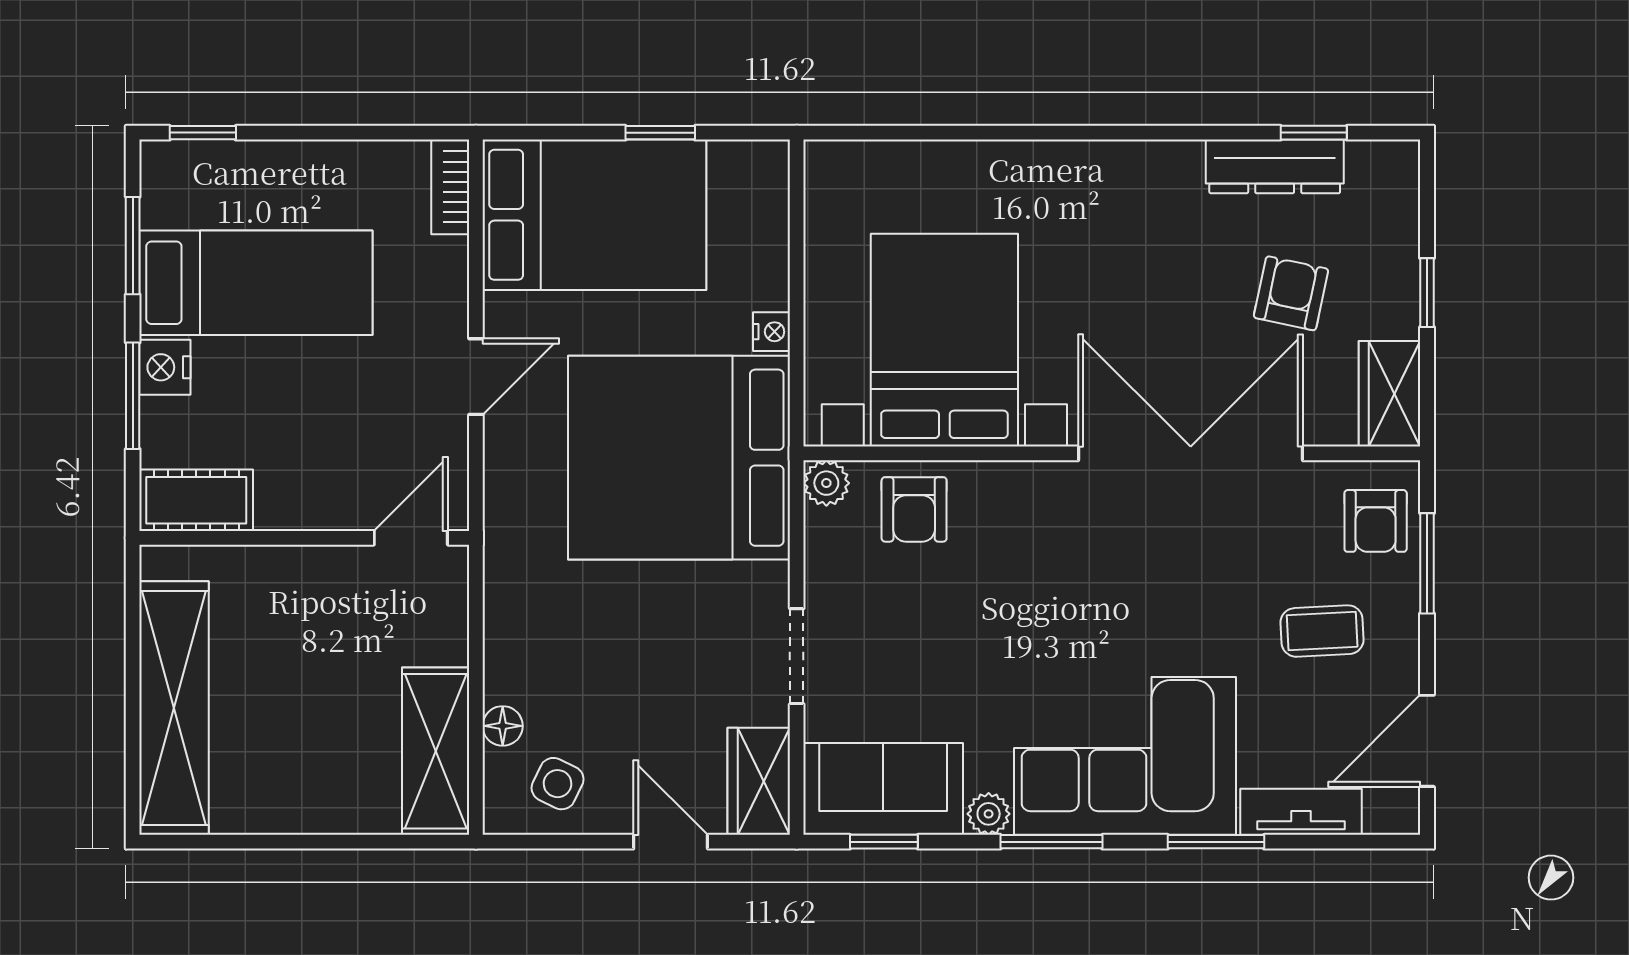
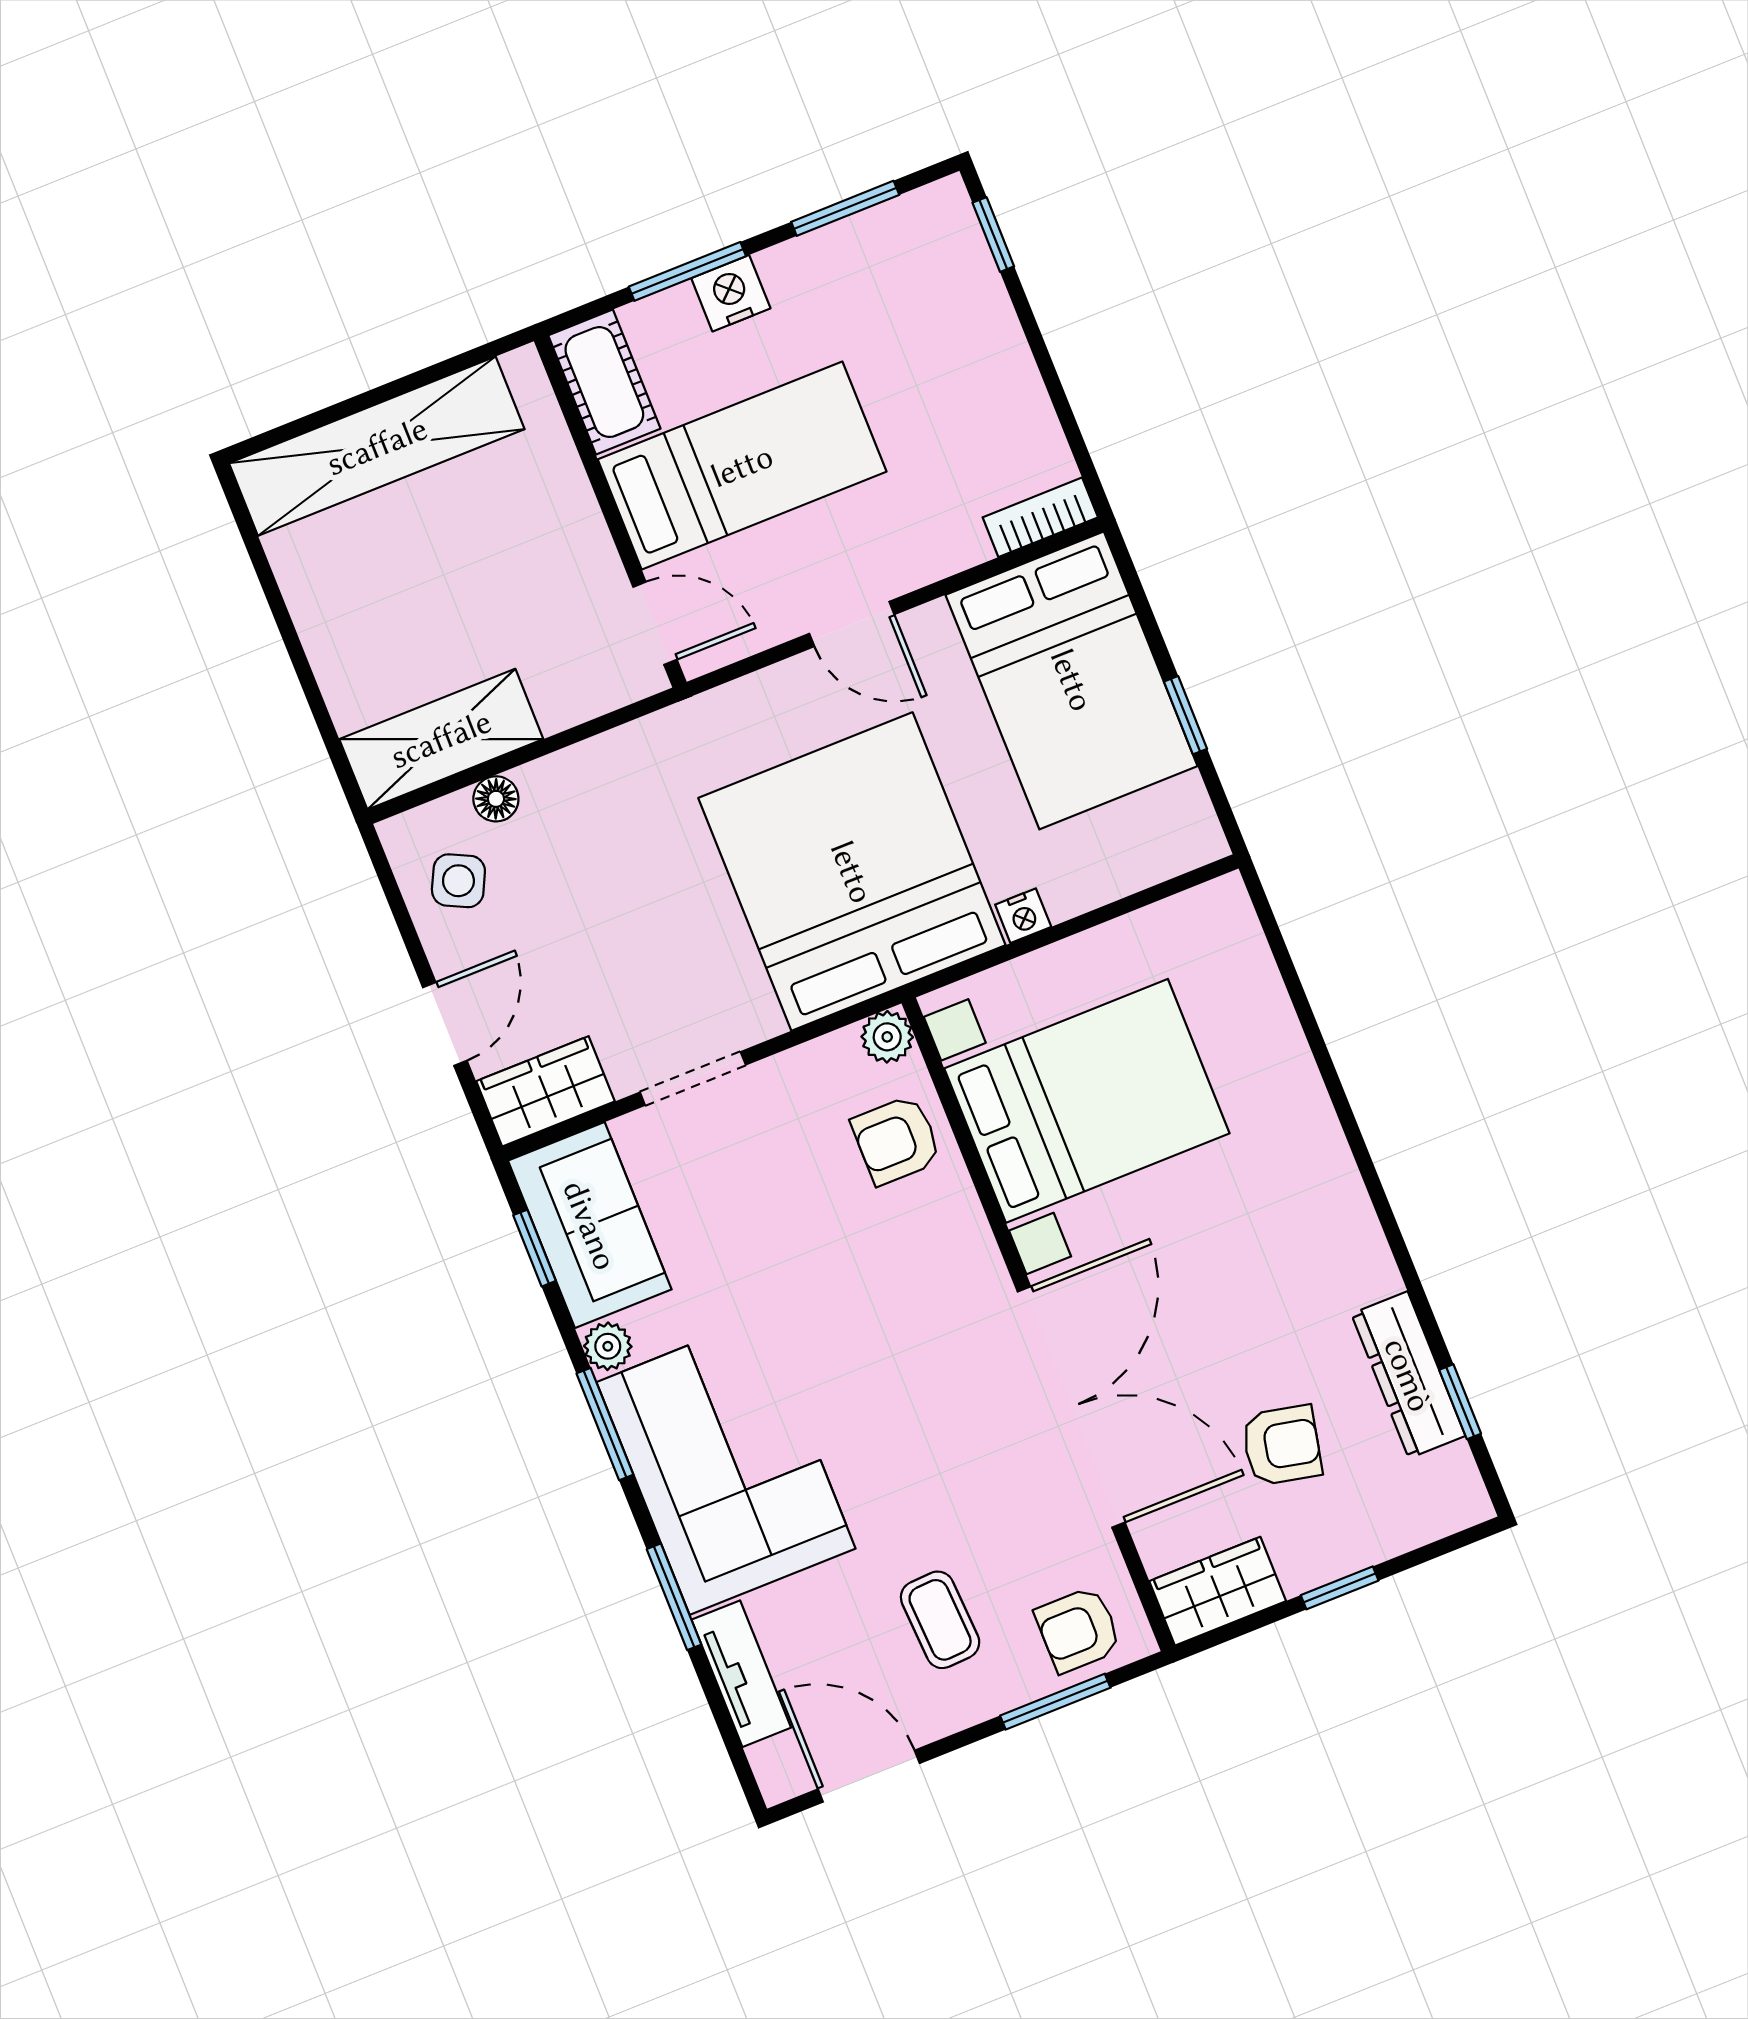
bed: (256, 283) -> (742, 466), moved, turned -90

